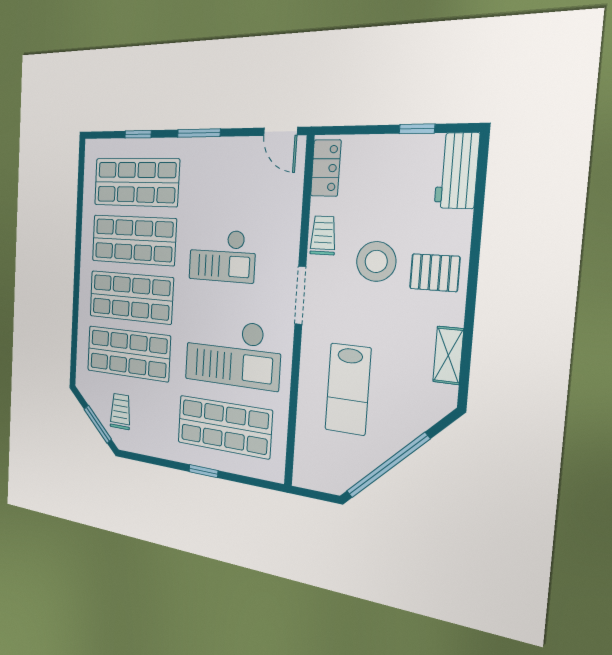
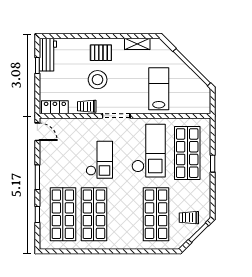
door: (280, 131) -> (37, 132), hinge flipped
workbench: (457, 171) -> (48, 55), moved, turned -90
pallet: (435, 273) -> (101, 53), turned 90
shop shelf: (131, 297) -> (125, 214), removed
lab bench: (348, 389) -> (159, 89), turned -90

